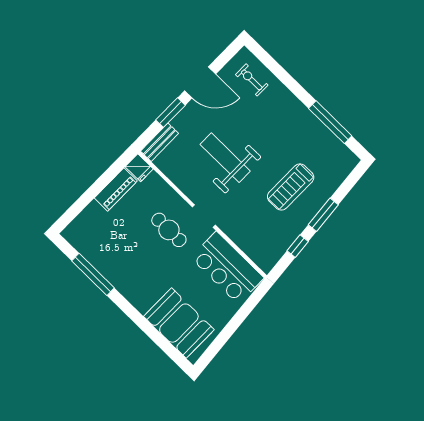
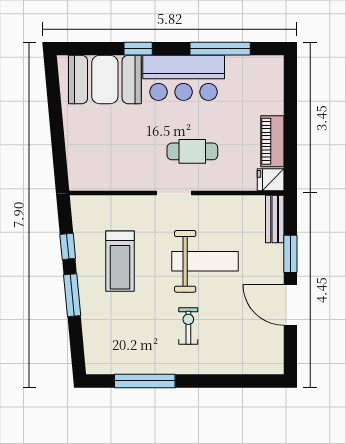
exercise bike: (252, 80) -> (188, 326), moved, turned -90
door: (200, 82) -> (290, 305), hinge flipped
treadmill: (291, 187) -> (120, 261), moved, turned 180
bar counter: (227, 268) -> (184, 78), moved, turned 180
window: (141, 322) -> (138, 49), added

